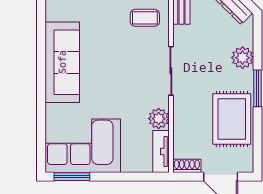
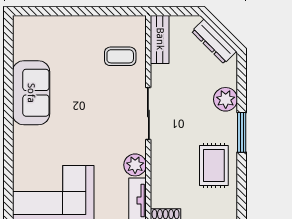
sofa: (62, 62) -> (31, 93), width x0.73
rug: (232, 119) -> (214, 165), width x0.73, depth x0.70

